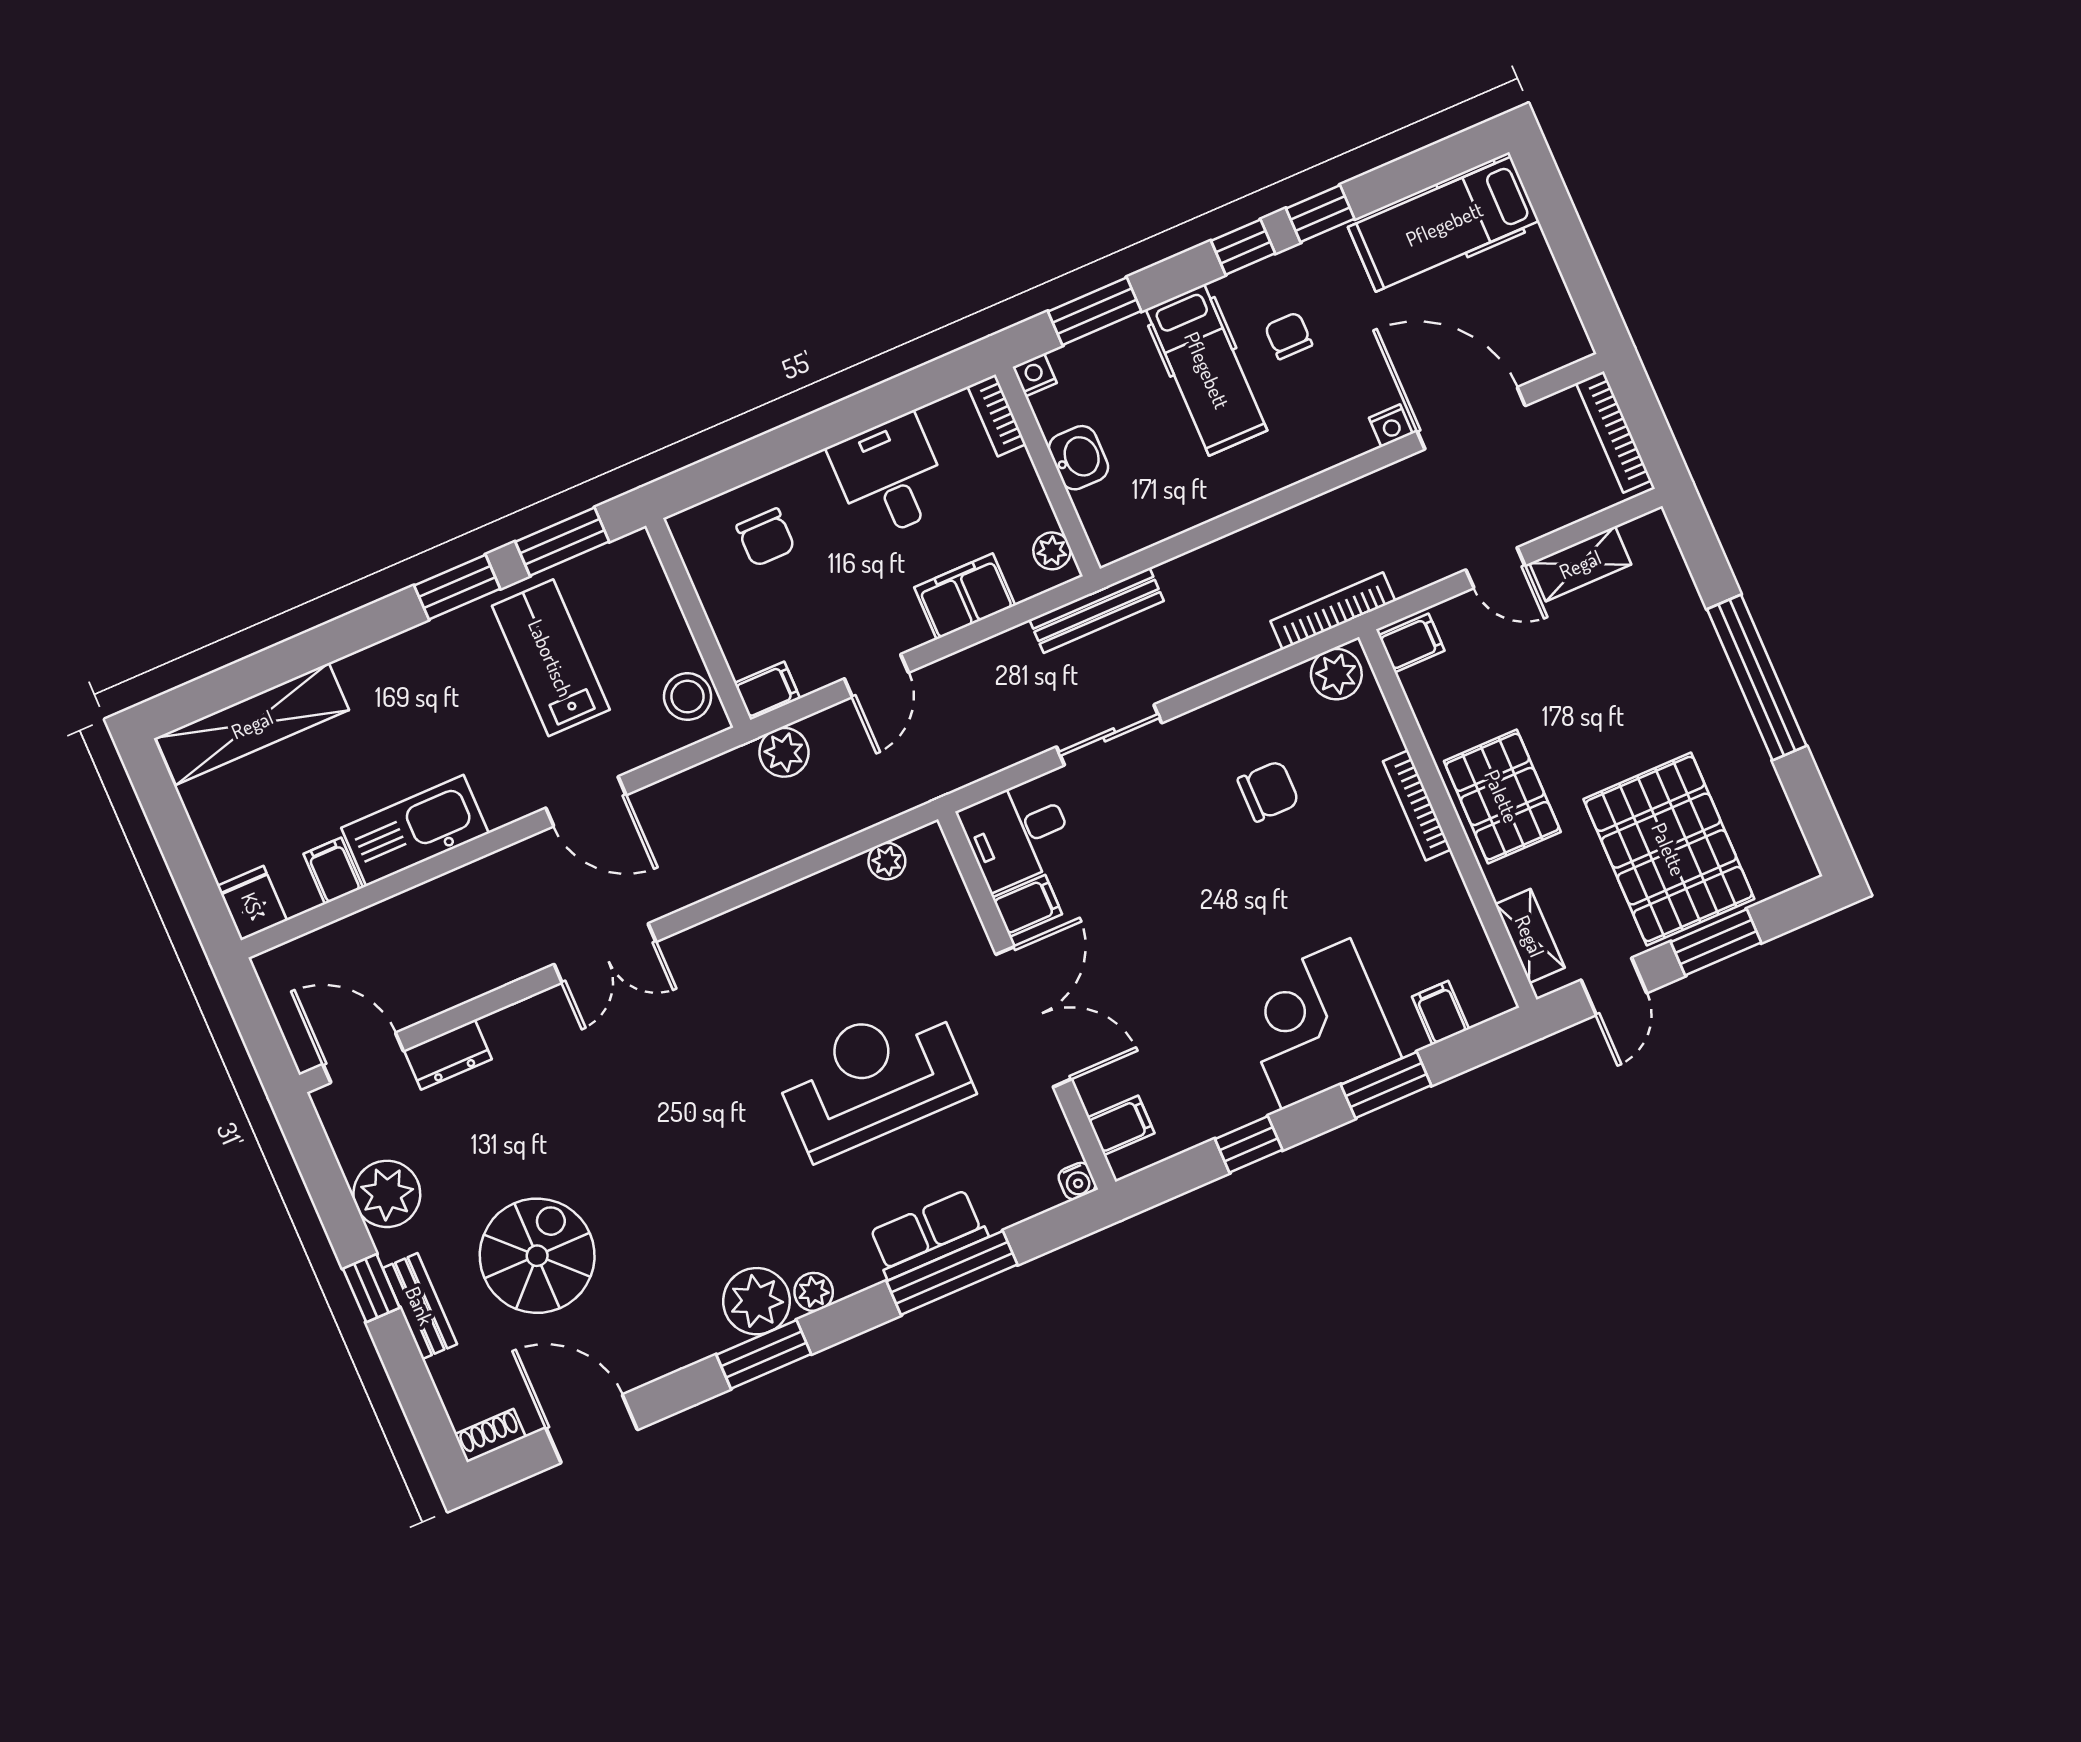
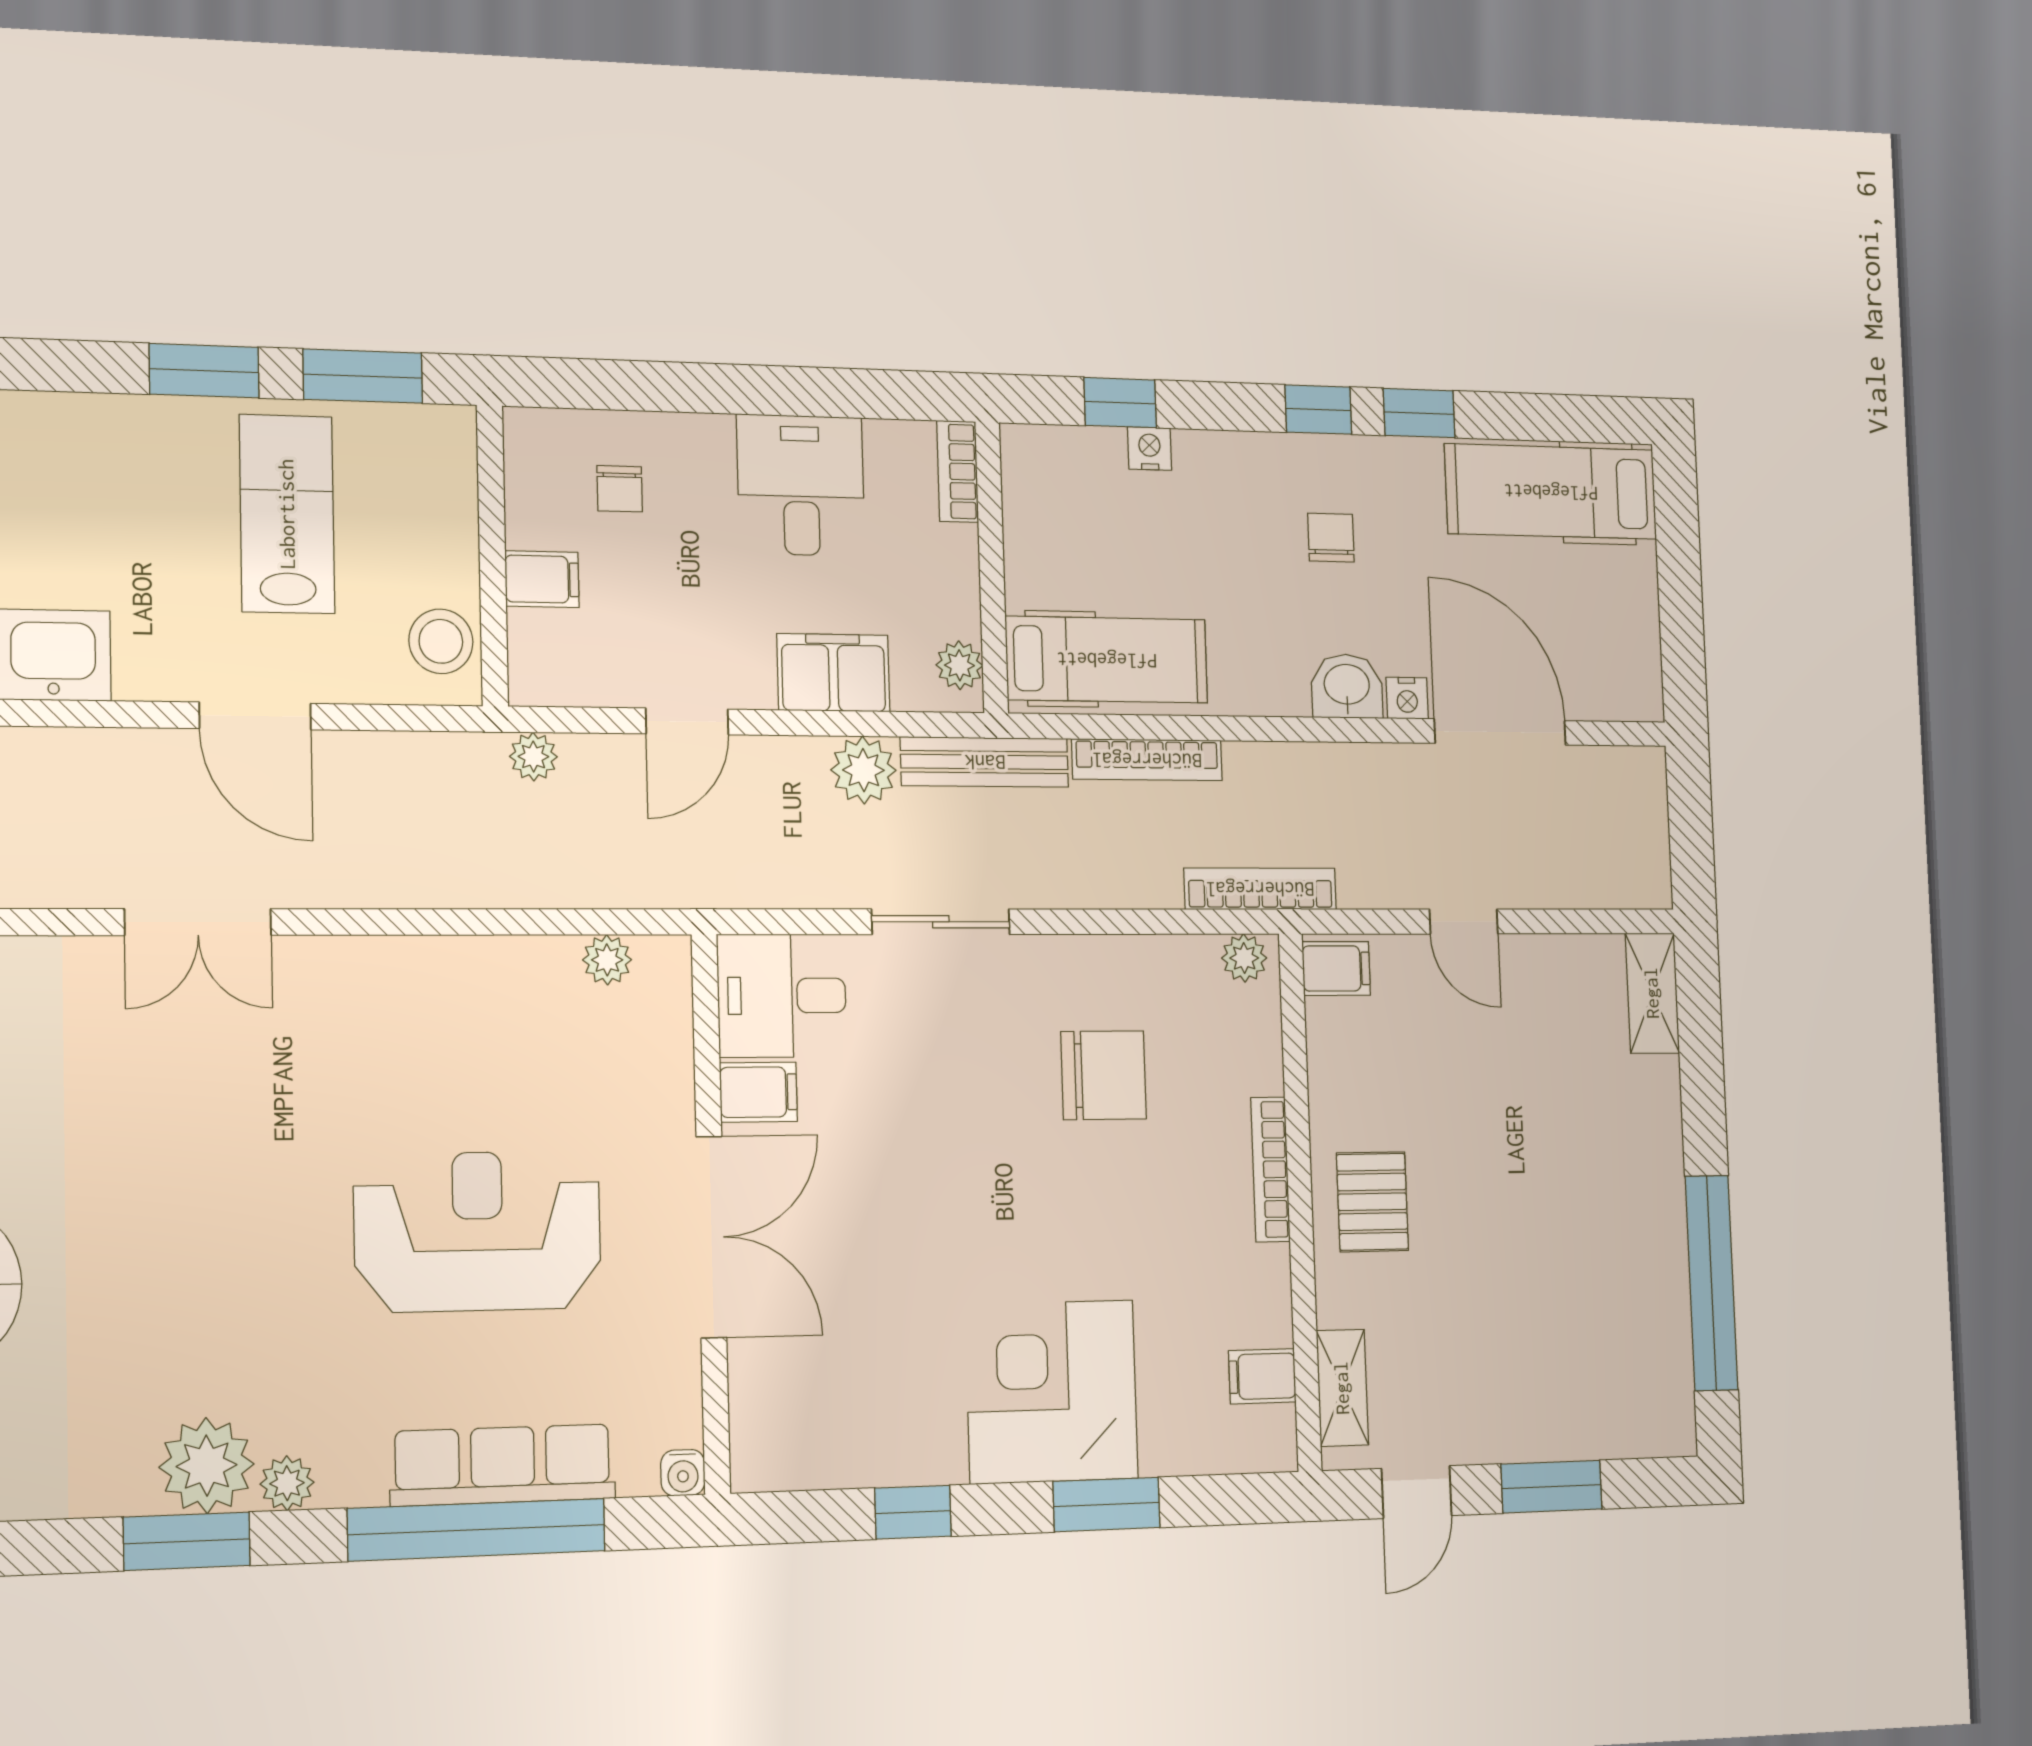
window: (1095, 311) -> (1120, 403), width x0.67
hospital bed: (1207, 370) -> (1107, 660), moved, turned -90
nightstand: (1035, 375) -> (1150, 449), moved
bookcase: (1614, 432) -> (1147, 760), moved, turned -90
washbasin: (1078, 458) -> (1347, 686), moved, turned -90
chair: (766, 537) -> (620, 489), width x0.73, depth x0.73
shelving: (1580, 564) -> (1652, 993), moved, turned 90
plant: (1013, 654) -> (863, 770), added
plant: (1336, 674) -> (1244, 958), width x0.73, depth x0.73
window: (1757, 678) -> (1711, 1283), moved
filing cabinet: (767, 691) -> (542, 579), moved
plant: (784, 752) -> (533, 757), width x0.73, depth x0.73
chair: (1268, 791) -> (1104, 1075), width x1.37, depth x1.37
pallet: (1502, 796) -> (1372, 1202), width x0.67, depth x0.71
pallet: (1669, 849) -> (1538, 1349), removed
filing cabinet: (1440, 1013) -> (1262, 1376), moved, turned -90
filing cabinet: (1121, 1125) -> (765, 1423), removed
row of seats: (928, 1234) -> (503, 1465), width x1.48
window: (952, 1273) -> (477, 1530), width x1.46

